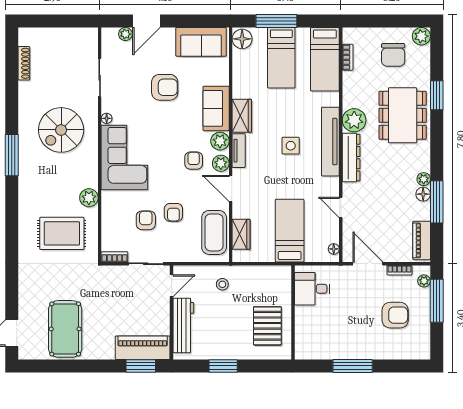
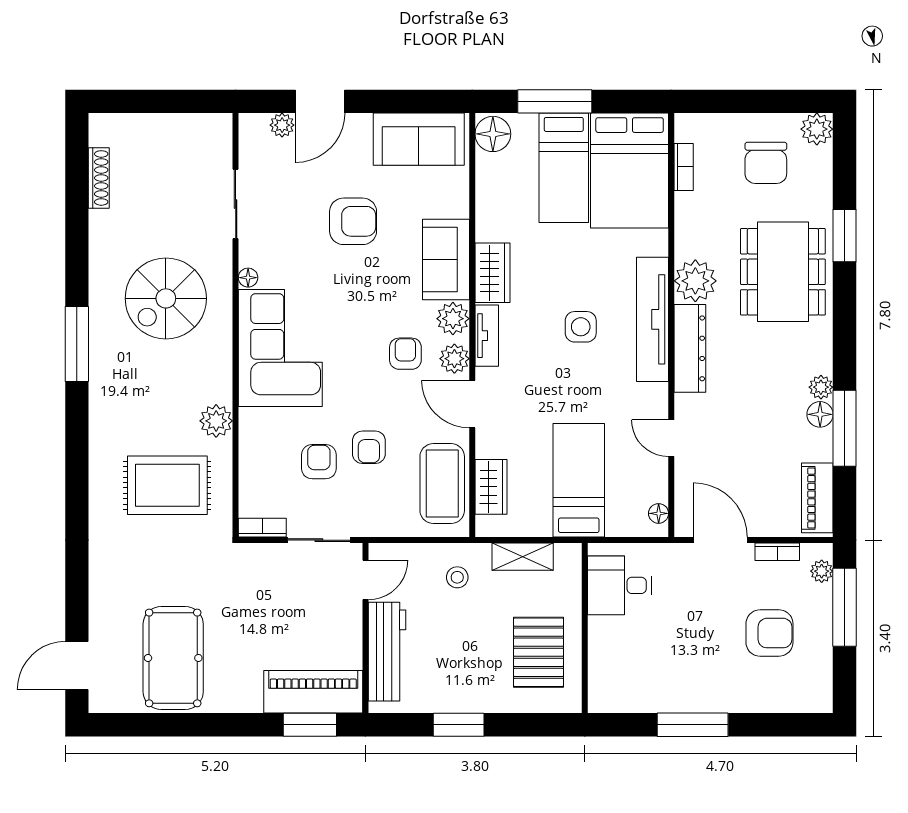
bed: (325, 59) -> (630, 171), width x1.50
shelving: (259, 273) -> (523, 557), added

